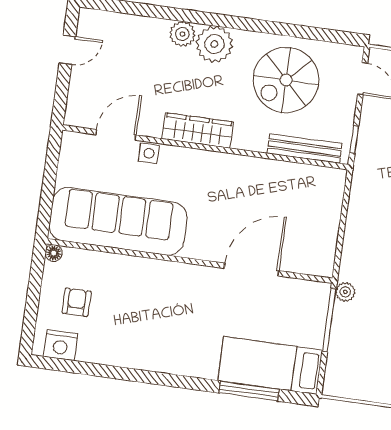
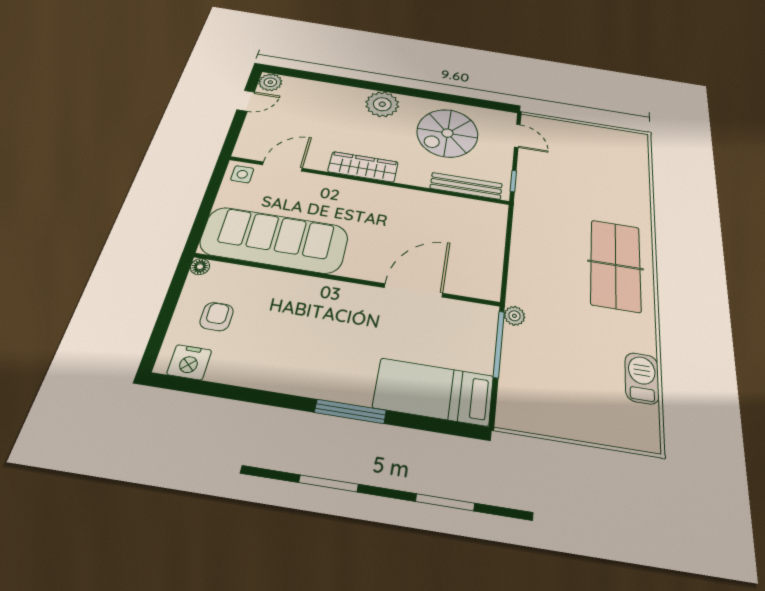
plant: (182, 34) -> (270, 82), moved
side table: (149, 153) -> (242, 174), moved
window: (249, 391) -> (350, 411), moved

